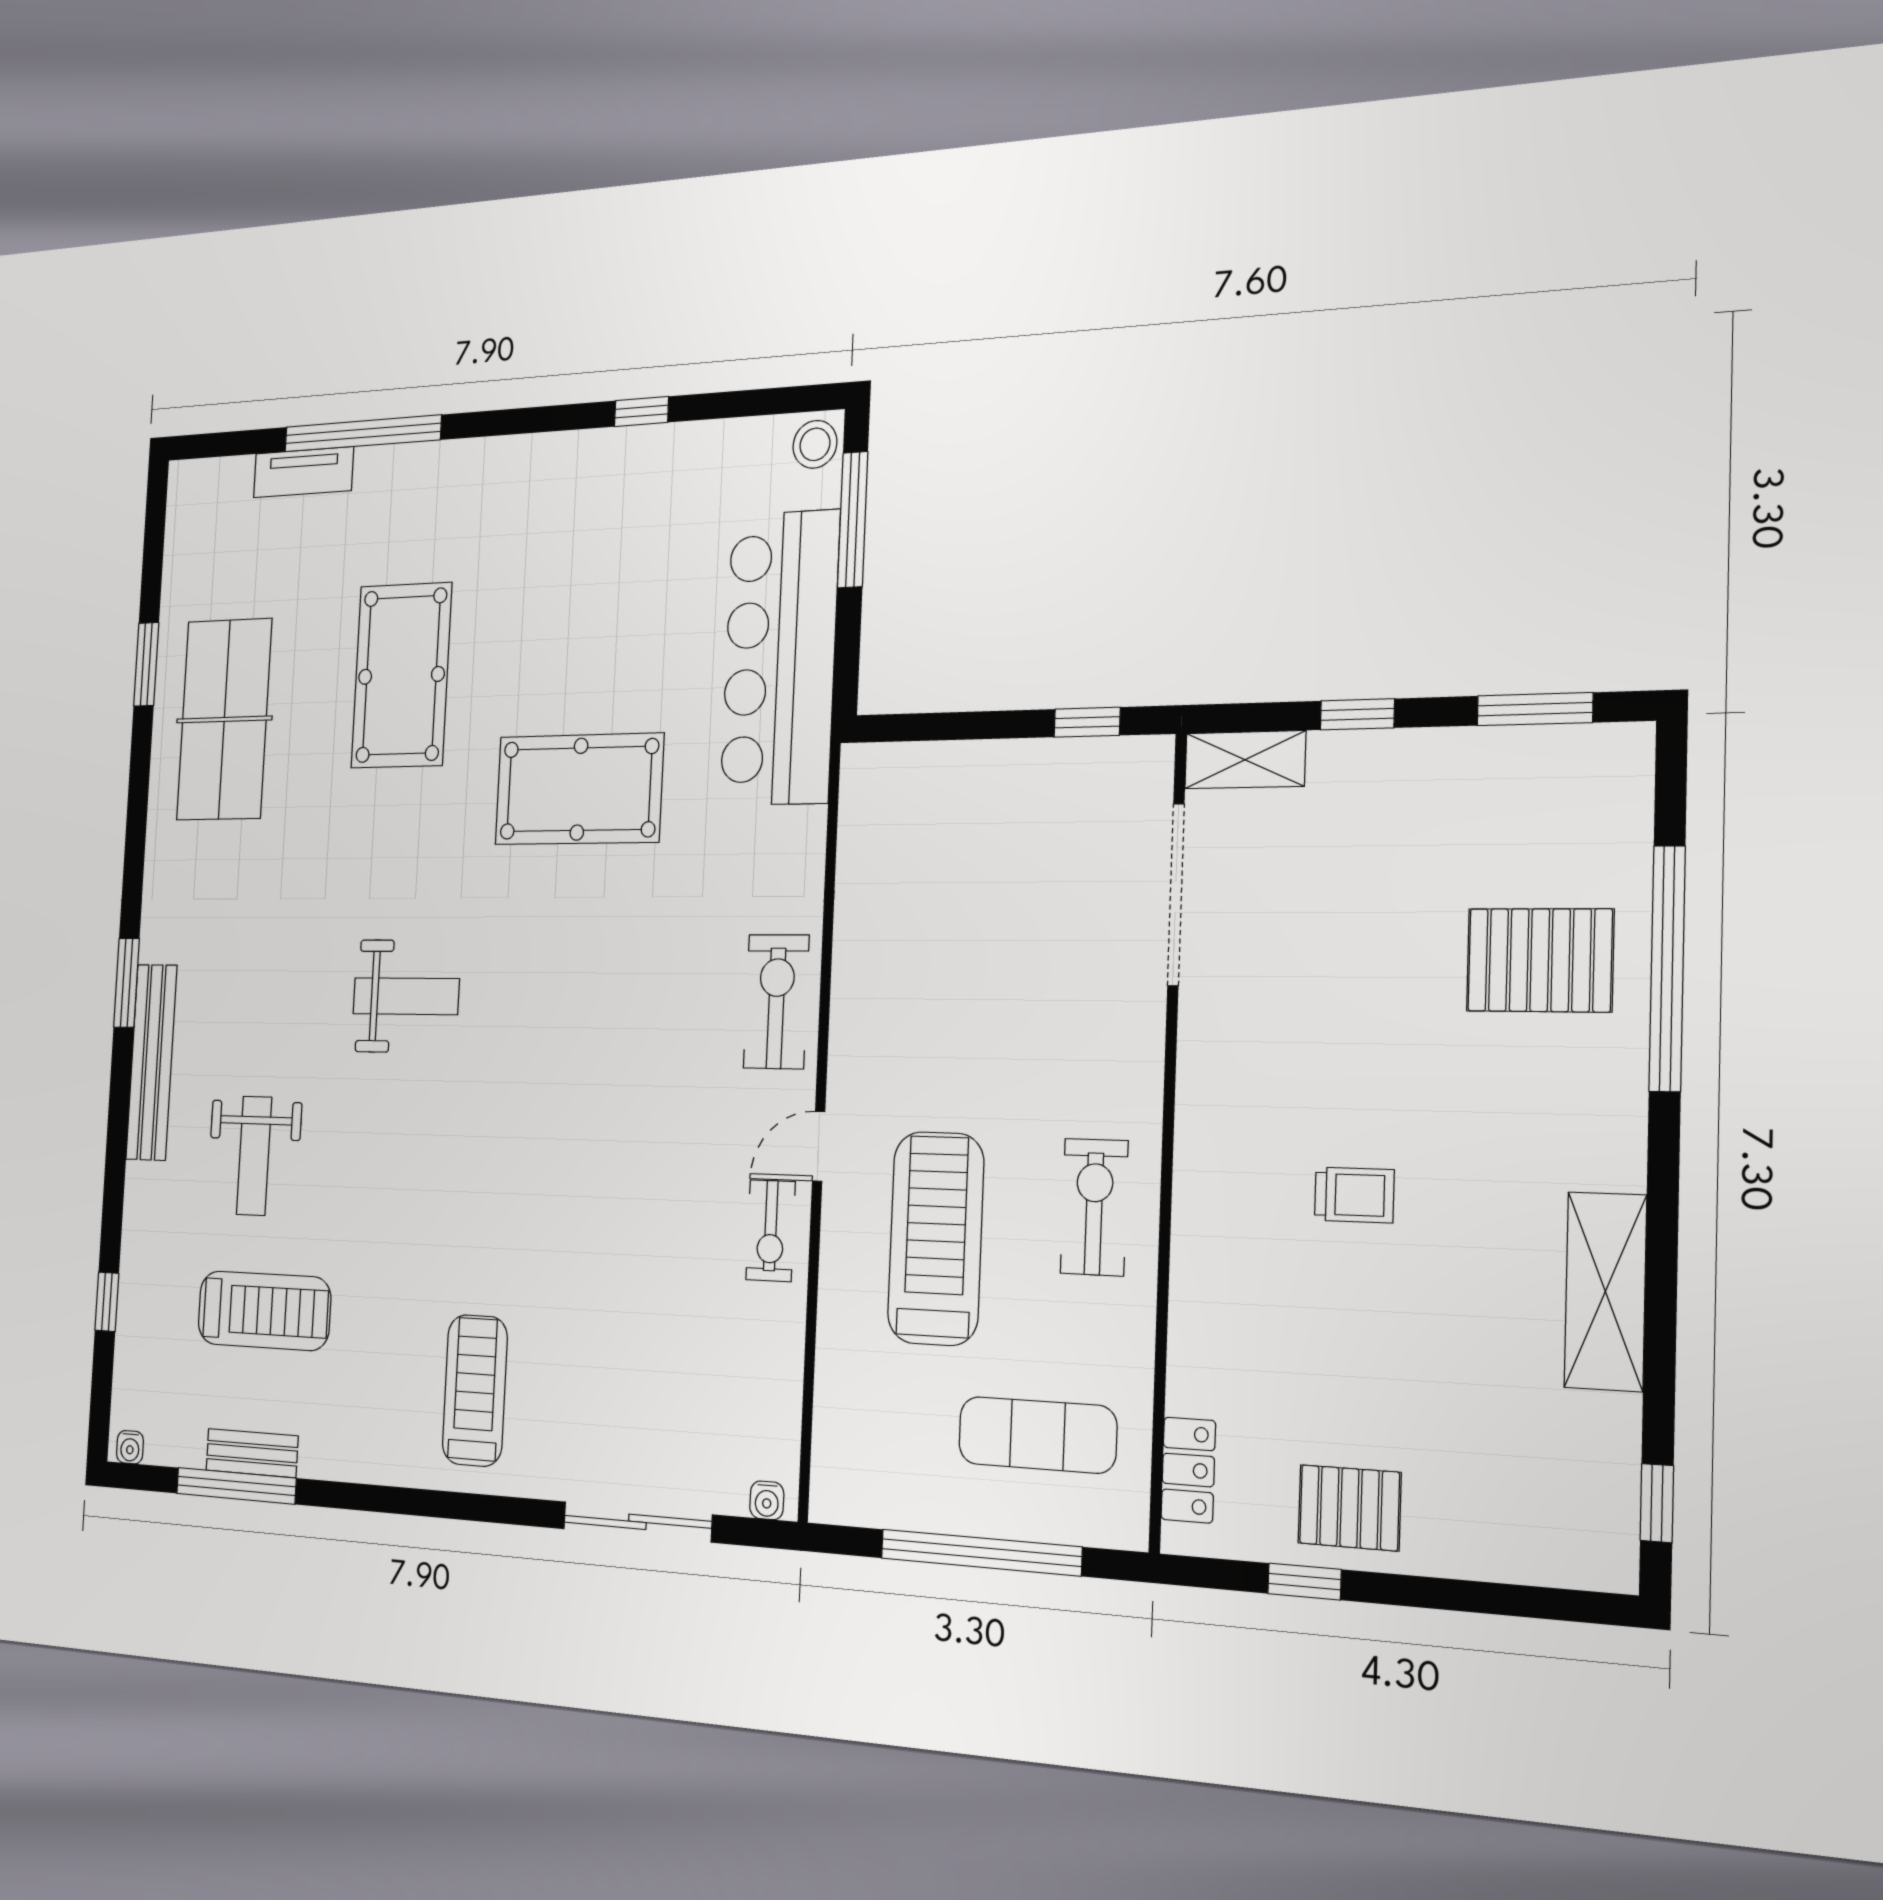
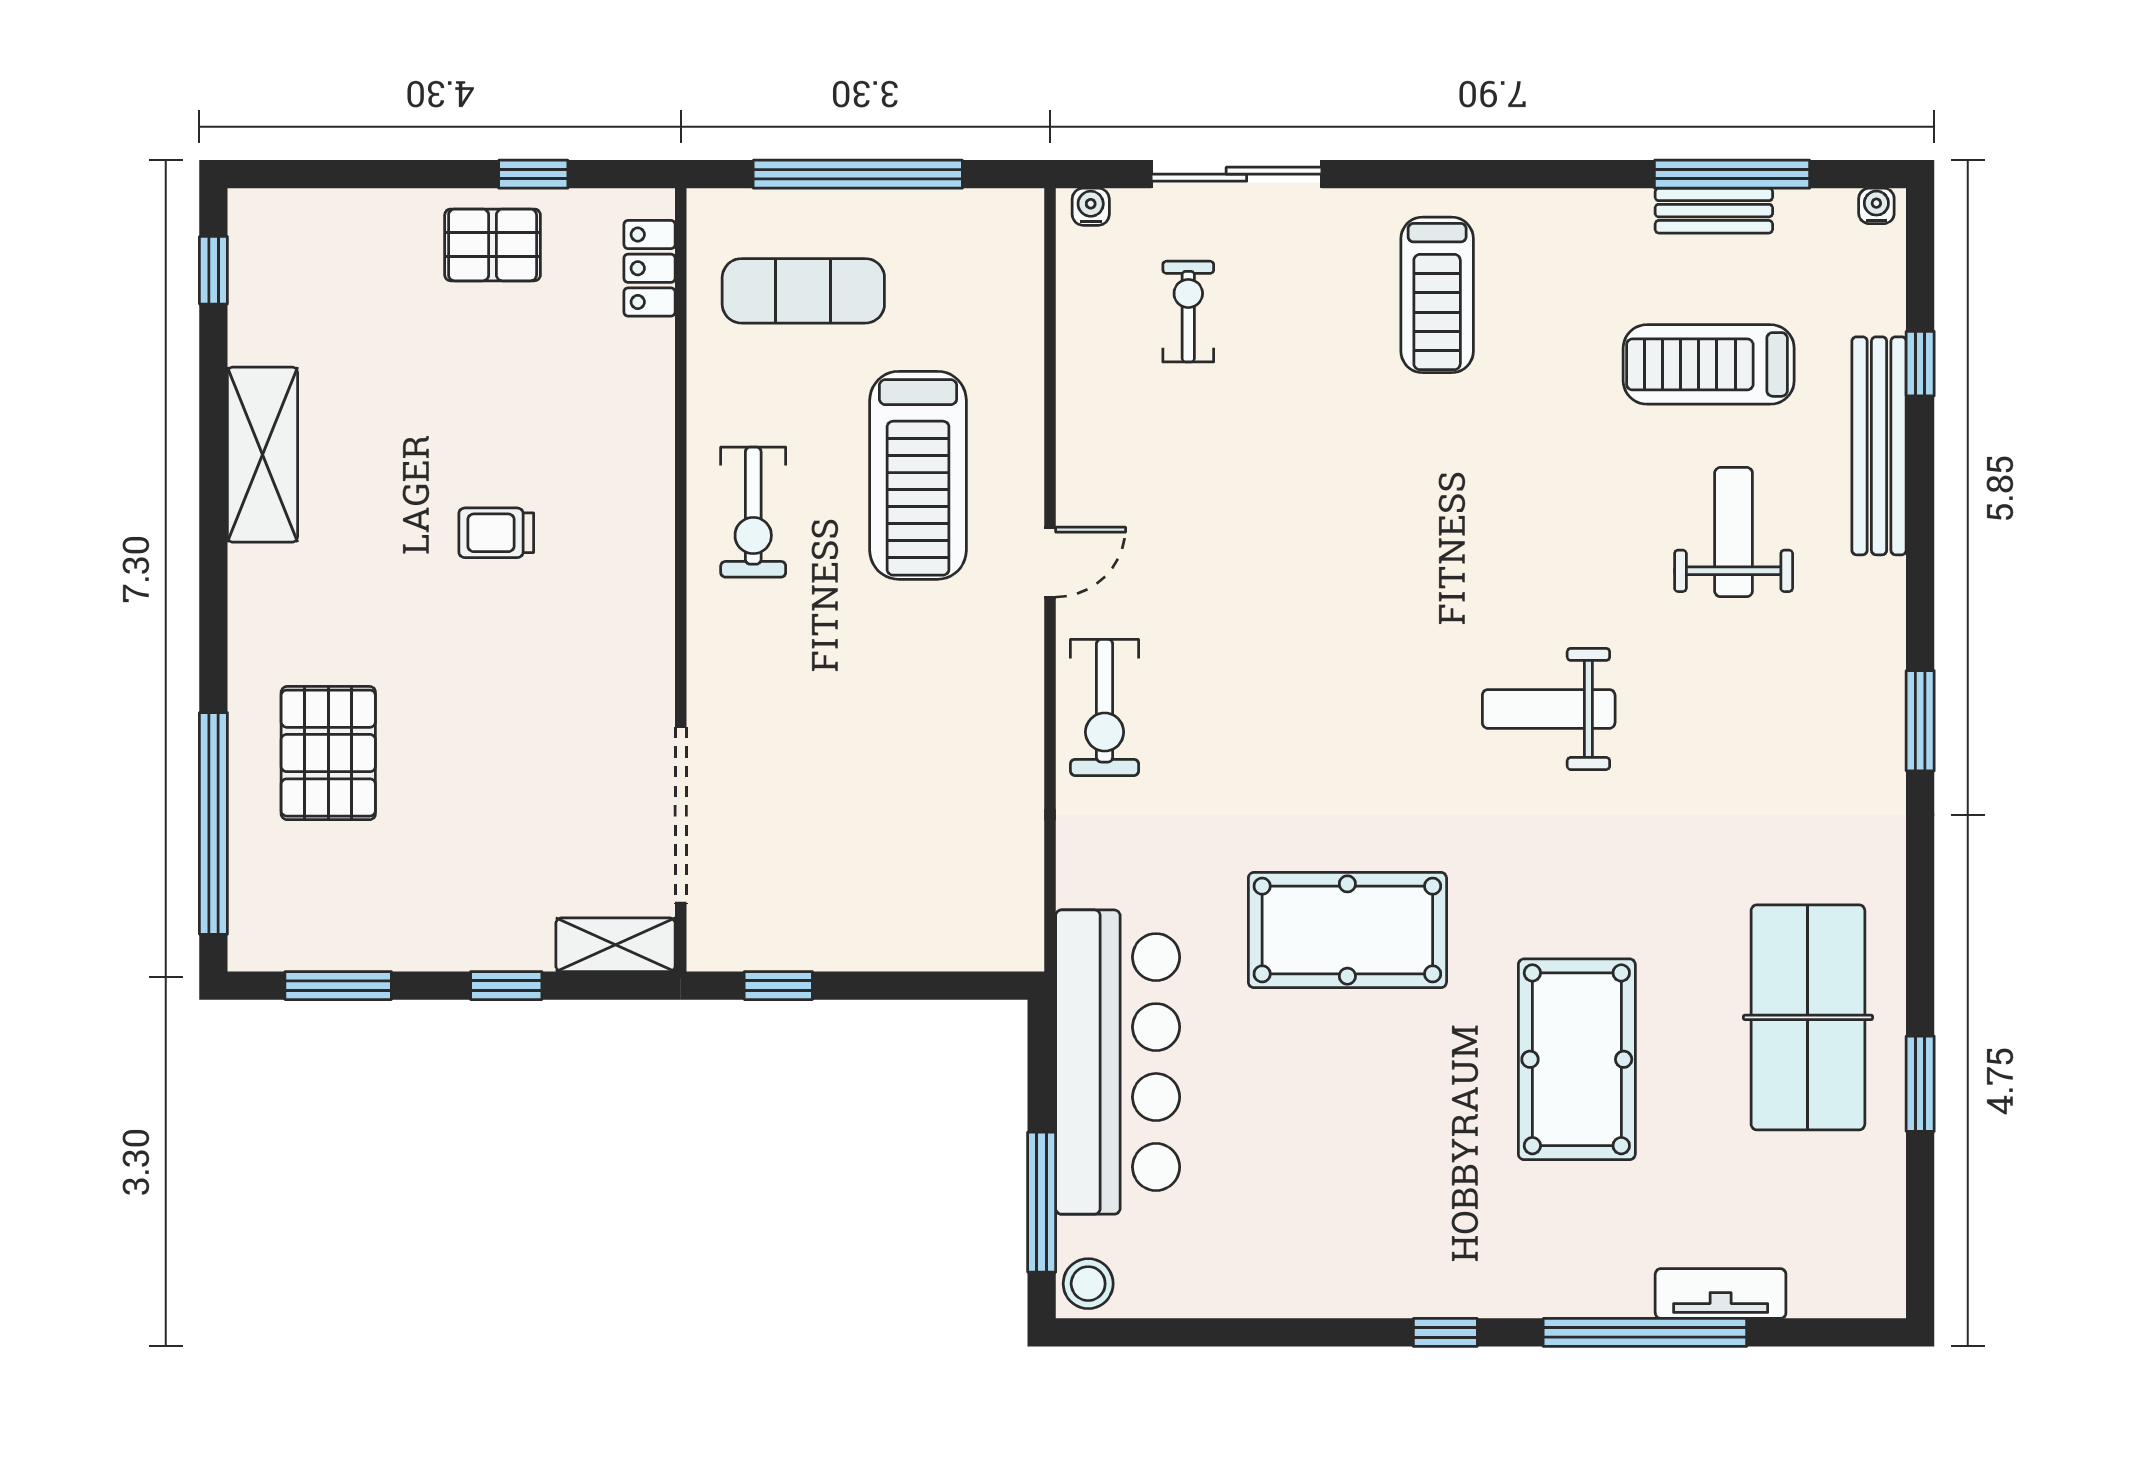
window: (641, 412) -> (1445, 1332), moved
pallet: (1540, 960) -> (328, 753), turned 90
window: (1667, 968) -> (213, 823), moved
bench: (152, 1062) -> (1879, 446), moved
exercise bike: (771, 1231) -> (1188, 312), moved

